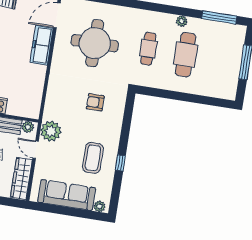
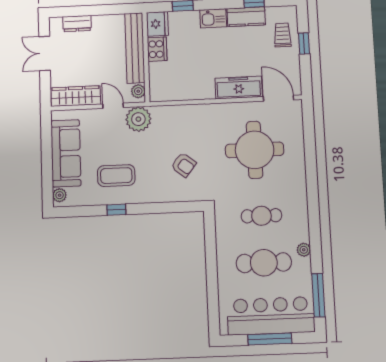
bar counter: (228, 58) -> (271, 316), added
armchair: (95, 102) -> (184, 165), turned 128
door: (36, 150) -> (113, 106), hinge flipped

